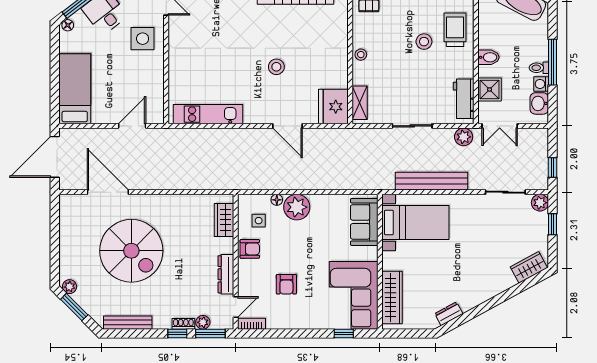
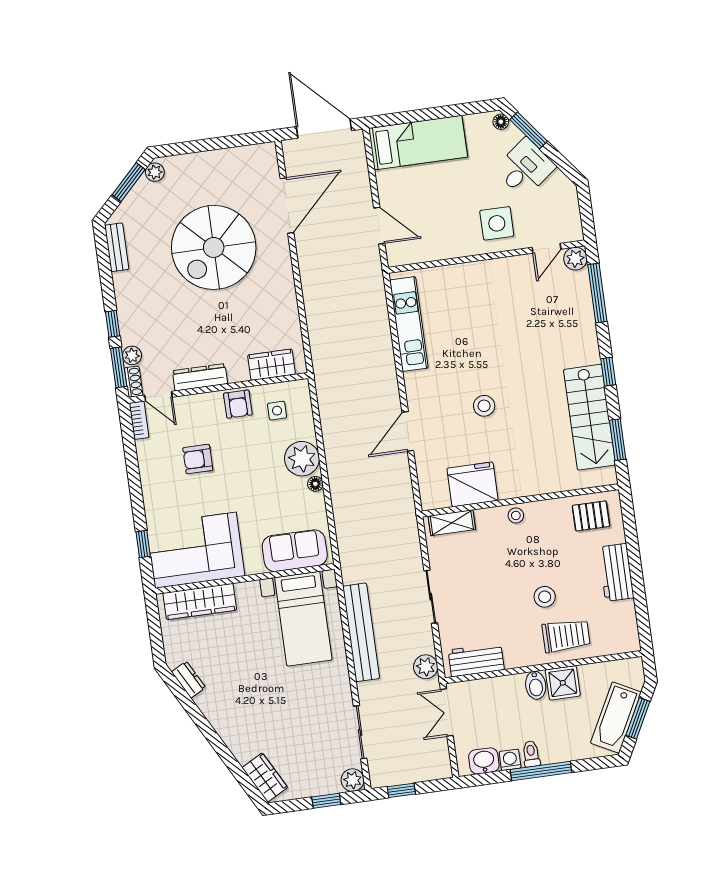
shower: (490, 89) -> (563, 683), moved
fridge: (333, 107) -> (473, 484), moved
floor lamp: (277, 200) -> (315, 484), moved
bench: (128, 323) -> (117, 247), width x0.73
shoe rack: (183, 324) -> (134, 382), moved

